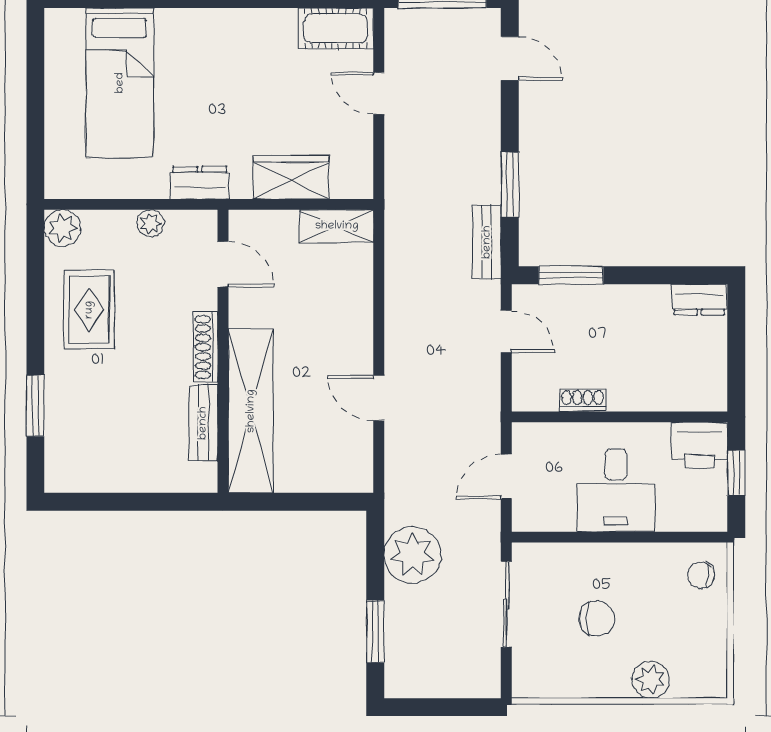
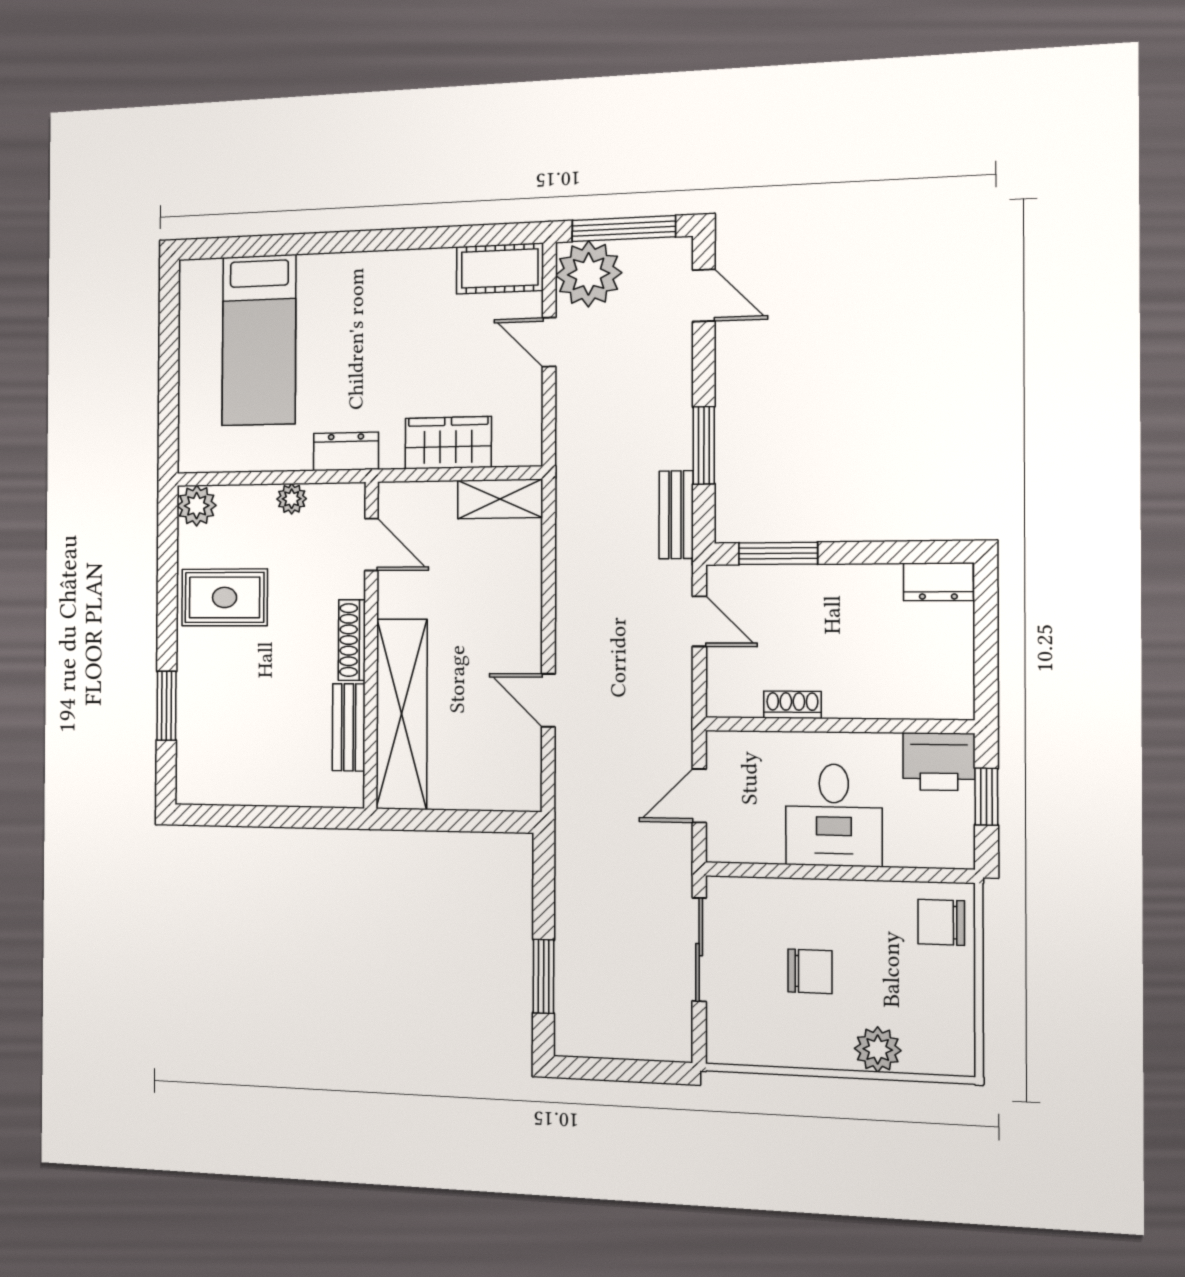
rug: (89, 310) -> (225, 597), turned 90
plant: (412, 555) -> (589, 274), moved
chair: (701, 575) -> (941, 922), width x1.37, depth x1.37

